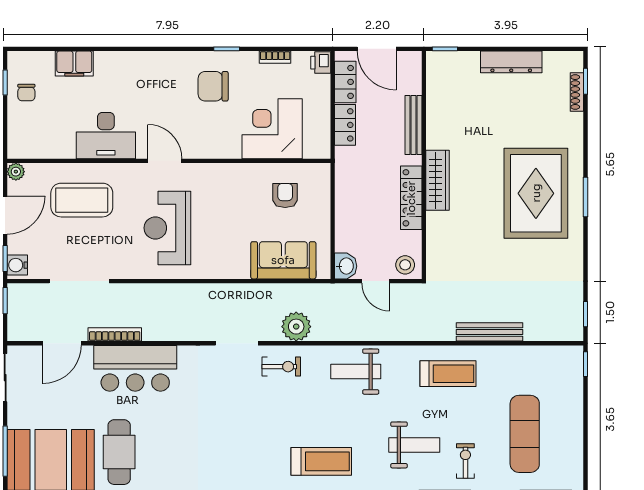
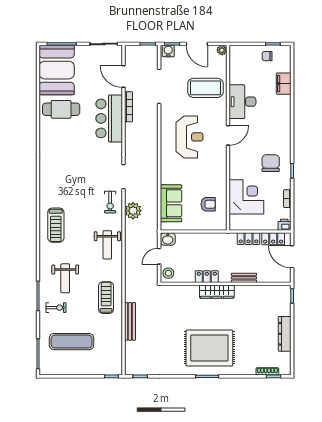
door: (377, 49) -> (292, 257), hinge flipped
bench: (413, 125) -> (244, 278), width x0.73
locker: (411, 198) -> (207, 277), width x0.66
coffee table: (82, 200) -> (205, 88), turned 90
reception desk: (167, 228) -> (189, 137), turned 90
weight bench: (356, 372) -> (107, 245), turned 180
treadmill: (448, 374) -> (106, 298), turned 180

